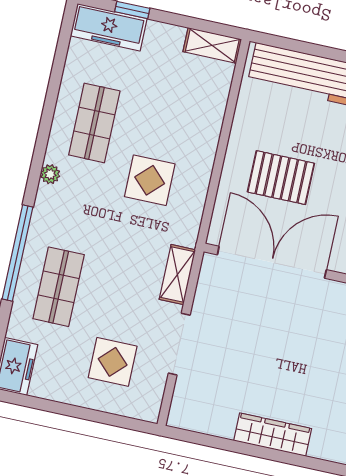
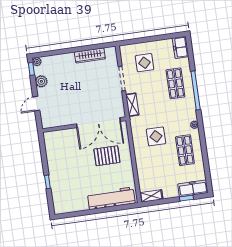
wardrobe: (273, 435) -> (90, 55), moved

